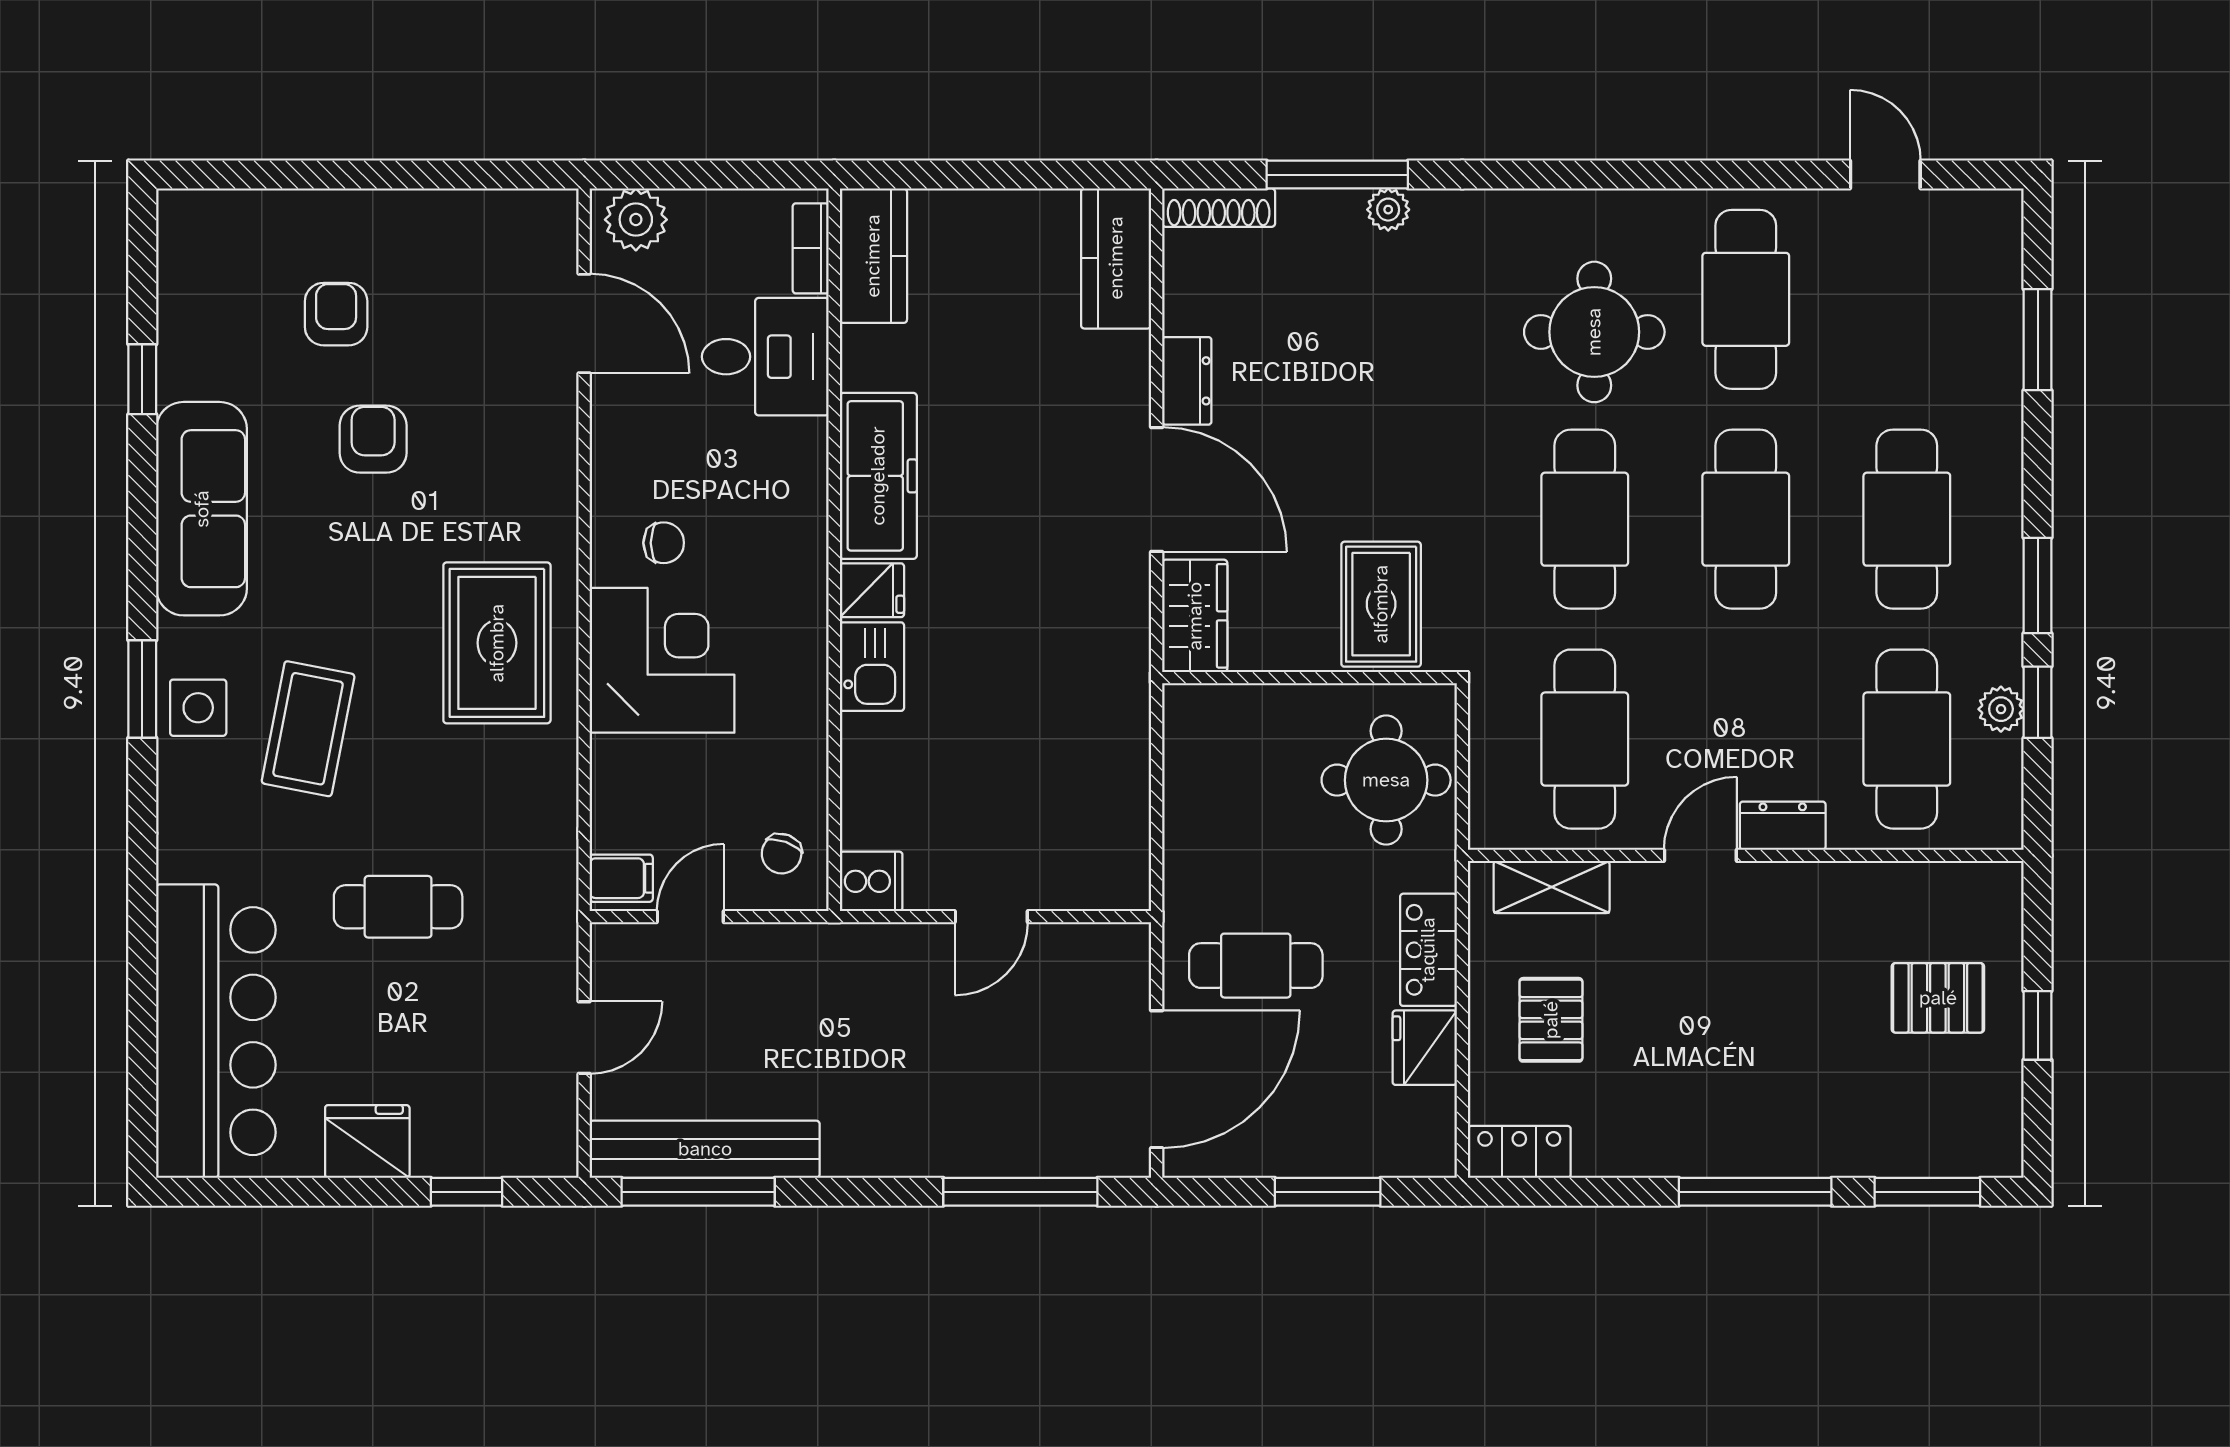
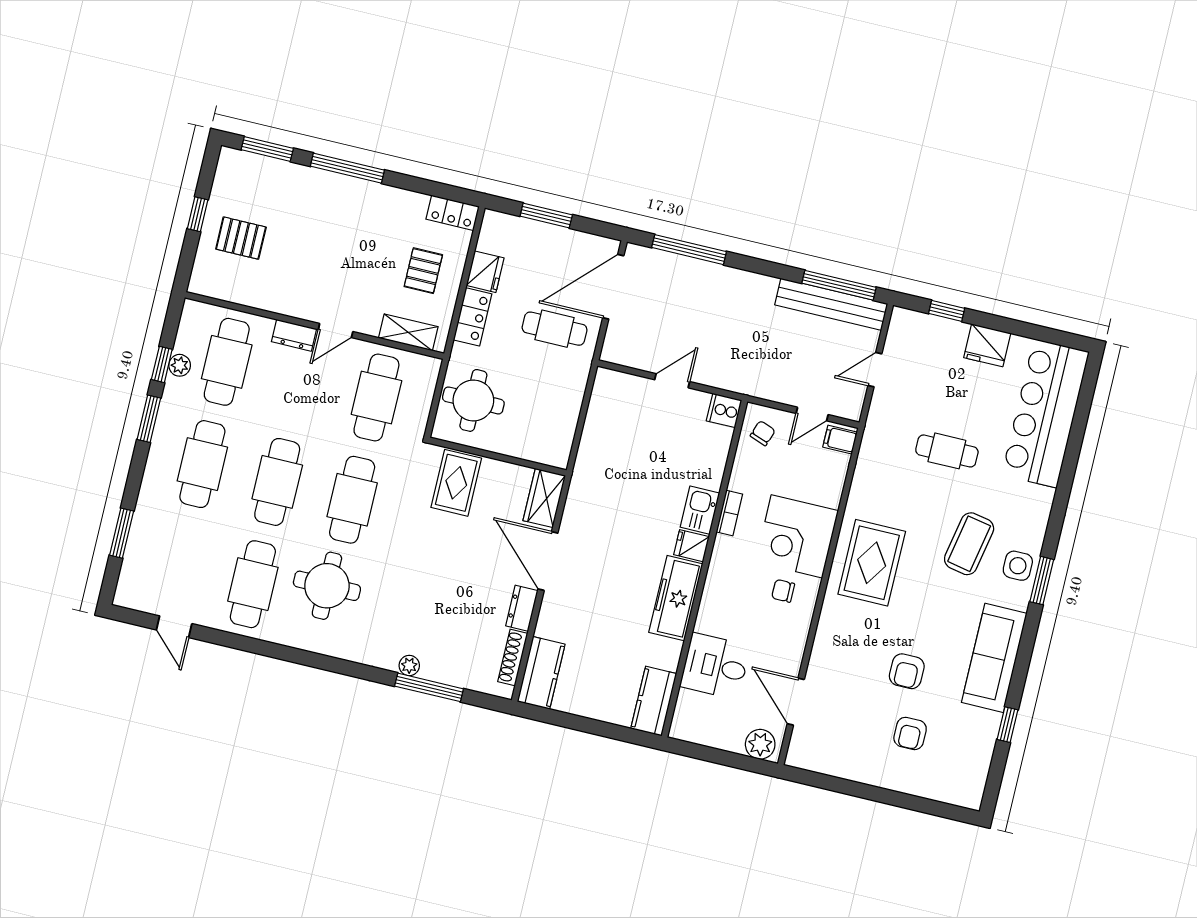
shoe rack: (1219, 208) -> (513, 657), moved, turned -90
bookcase: (811, 248) -> (729, 513), moved

